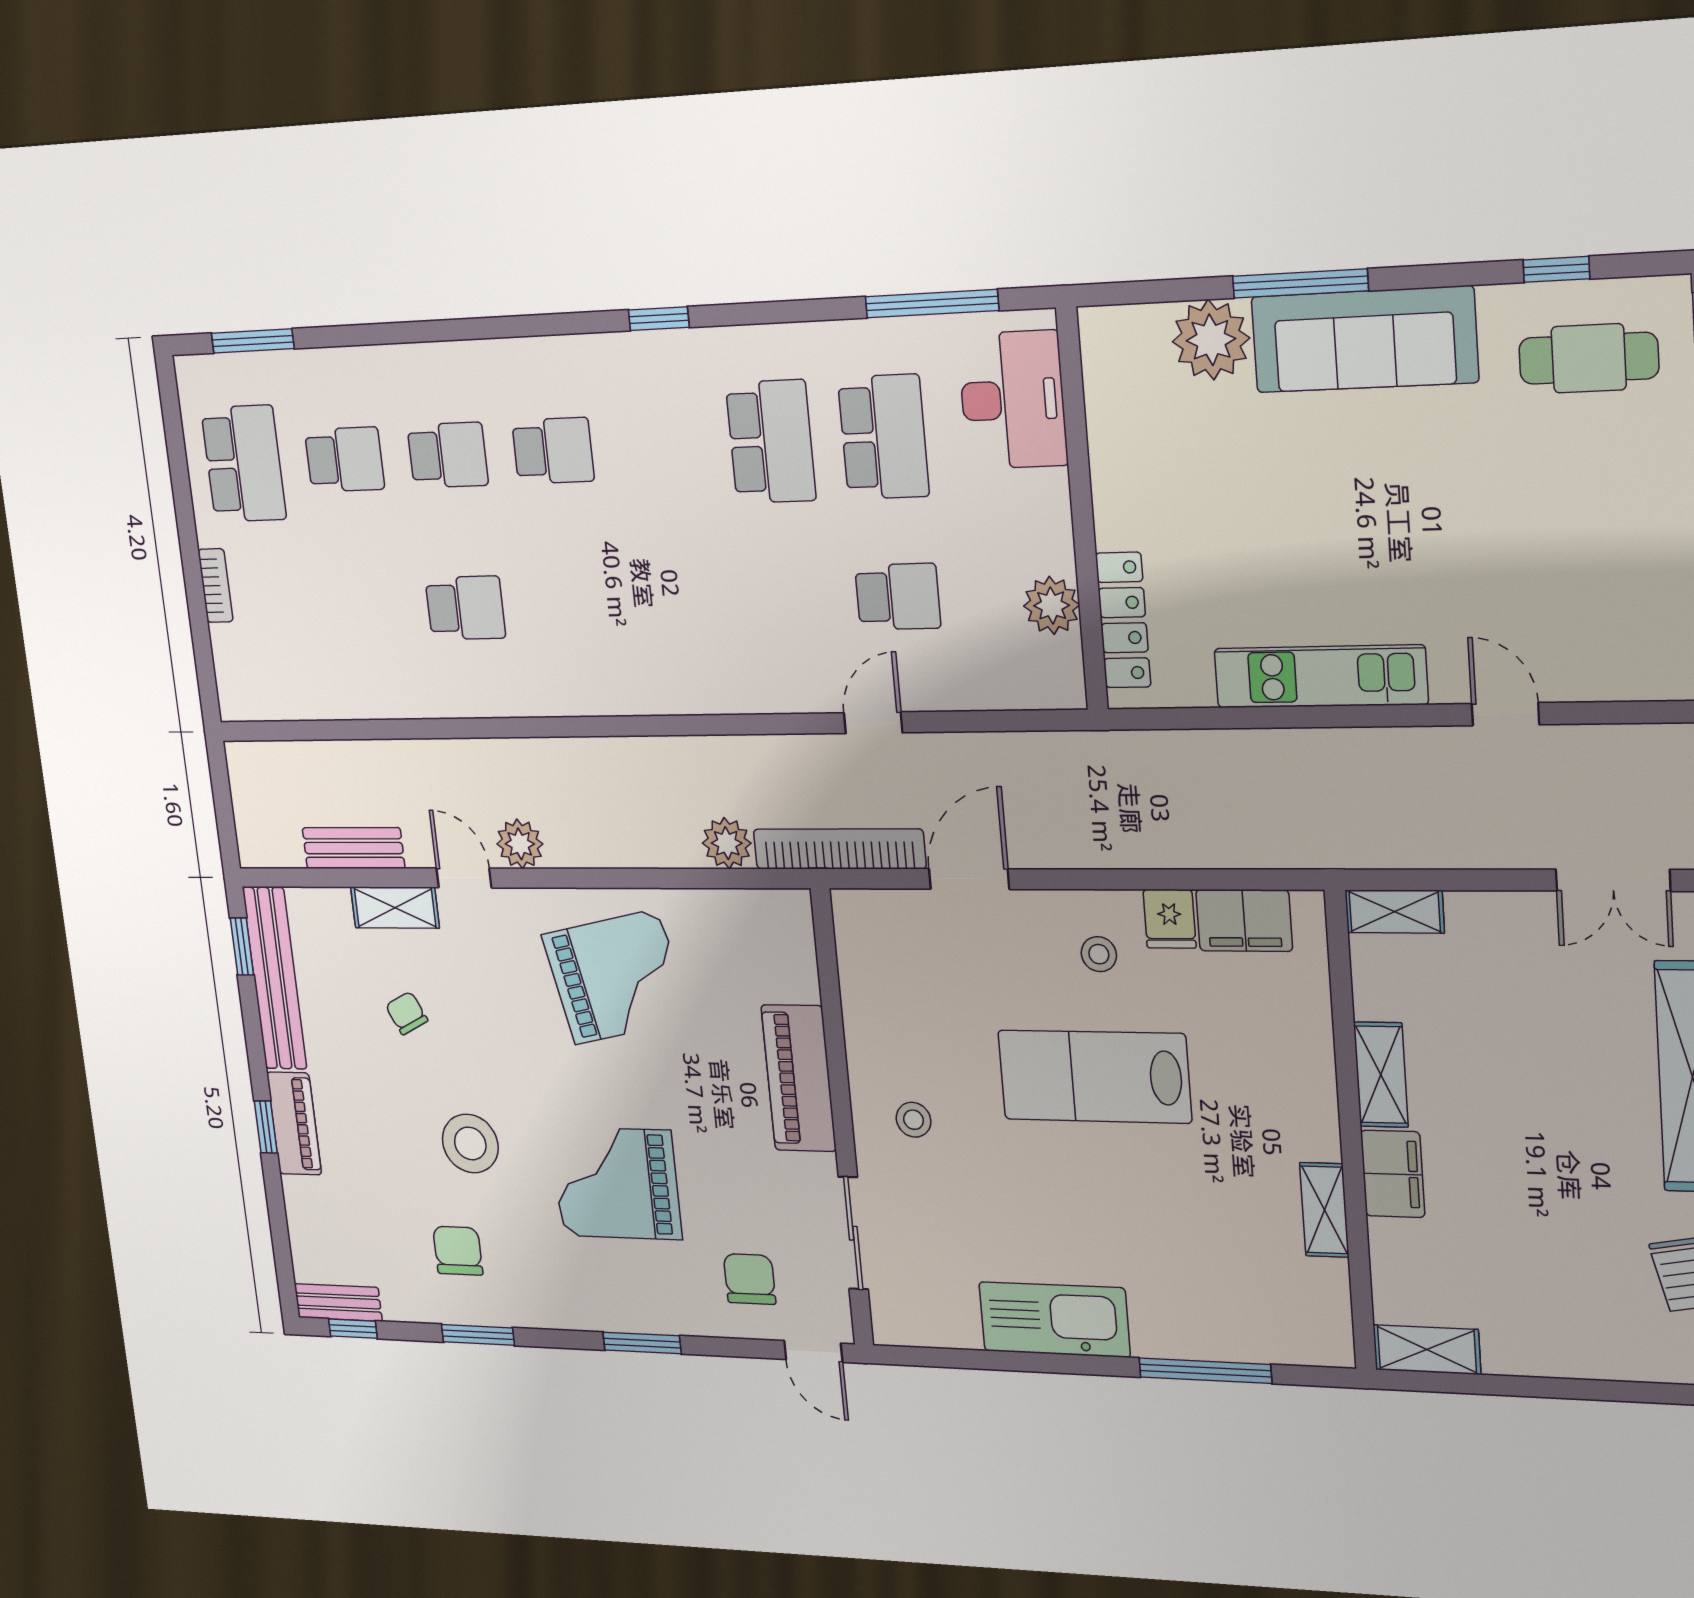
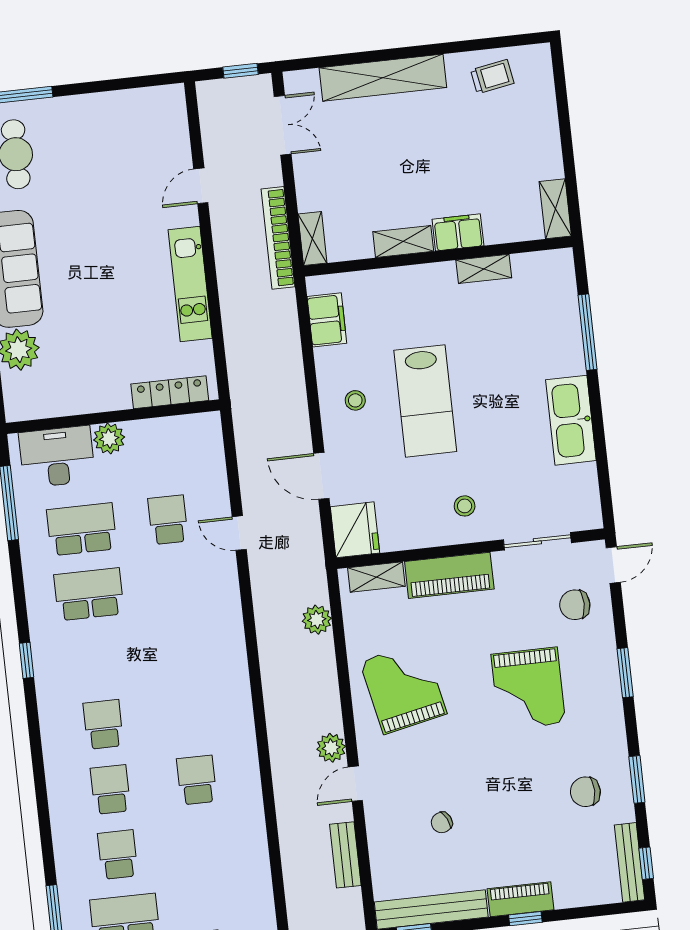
plant: (1052, 605) -> (109, 438), moved
bookcase: (839, 849) -> (278, 238), moved
shelving: (395, 908) -> (376, 577), moved, turned 90
fridge: (1170, 919) -> (355, 530), moved, width x1.88, depth x1.34
stool: (470, 1143) -> (517, 782), removed
bench: (338, 1302) -> (630, 862), width x1.36

